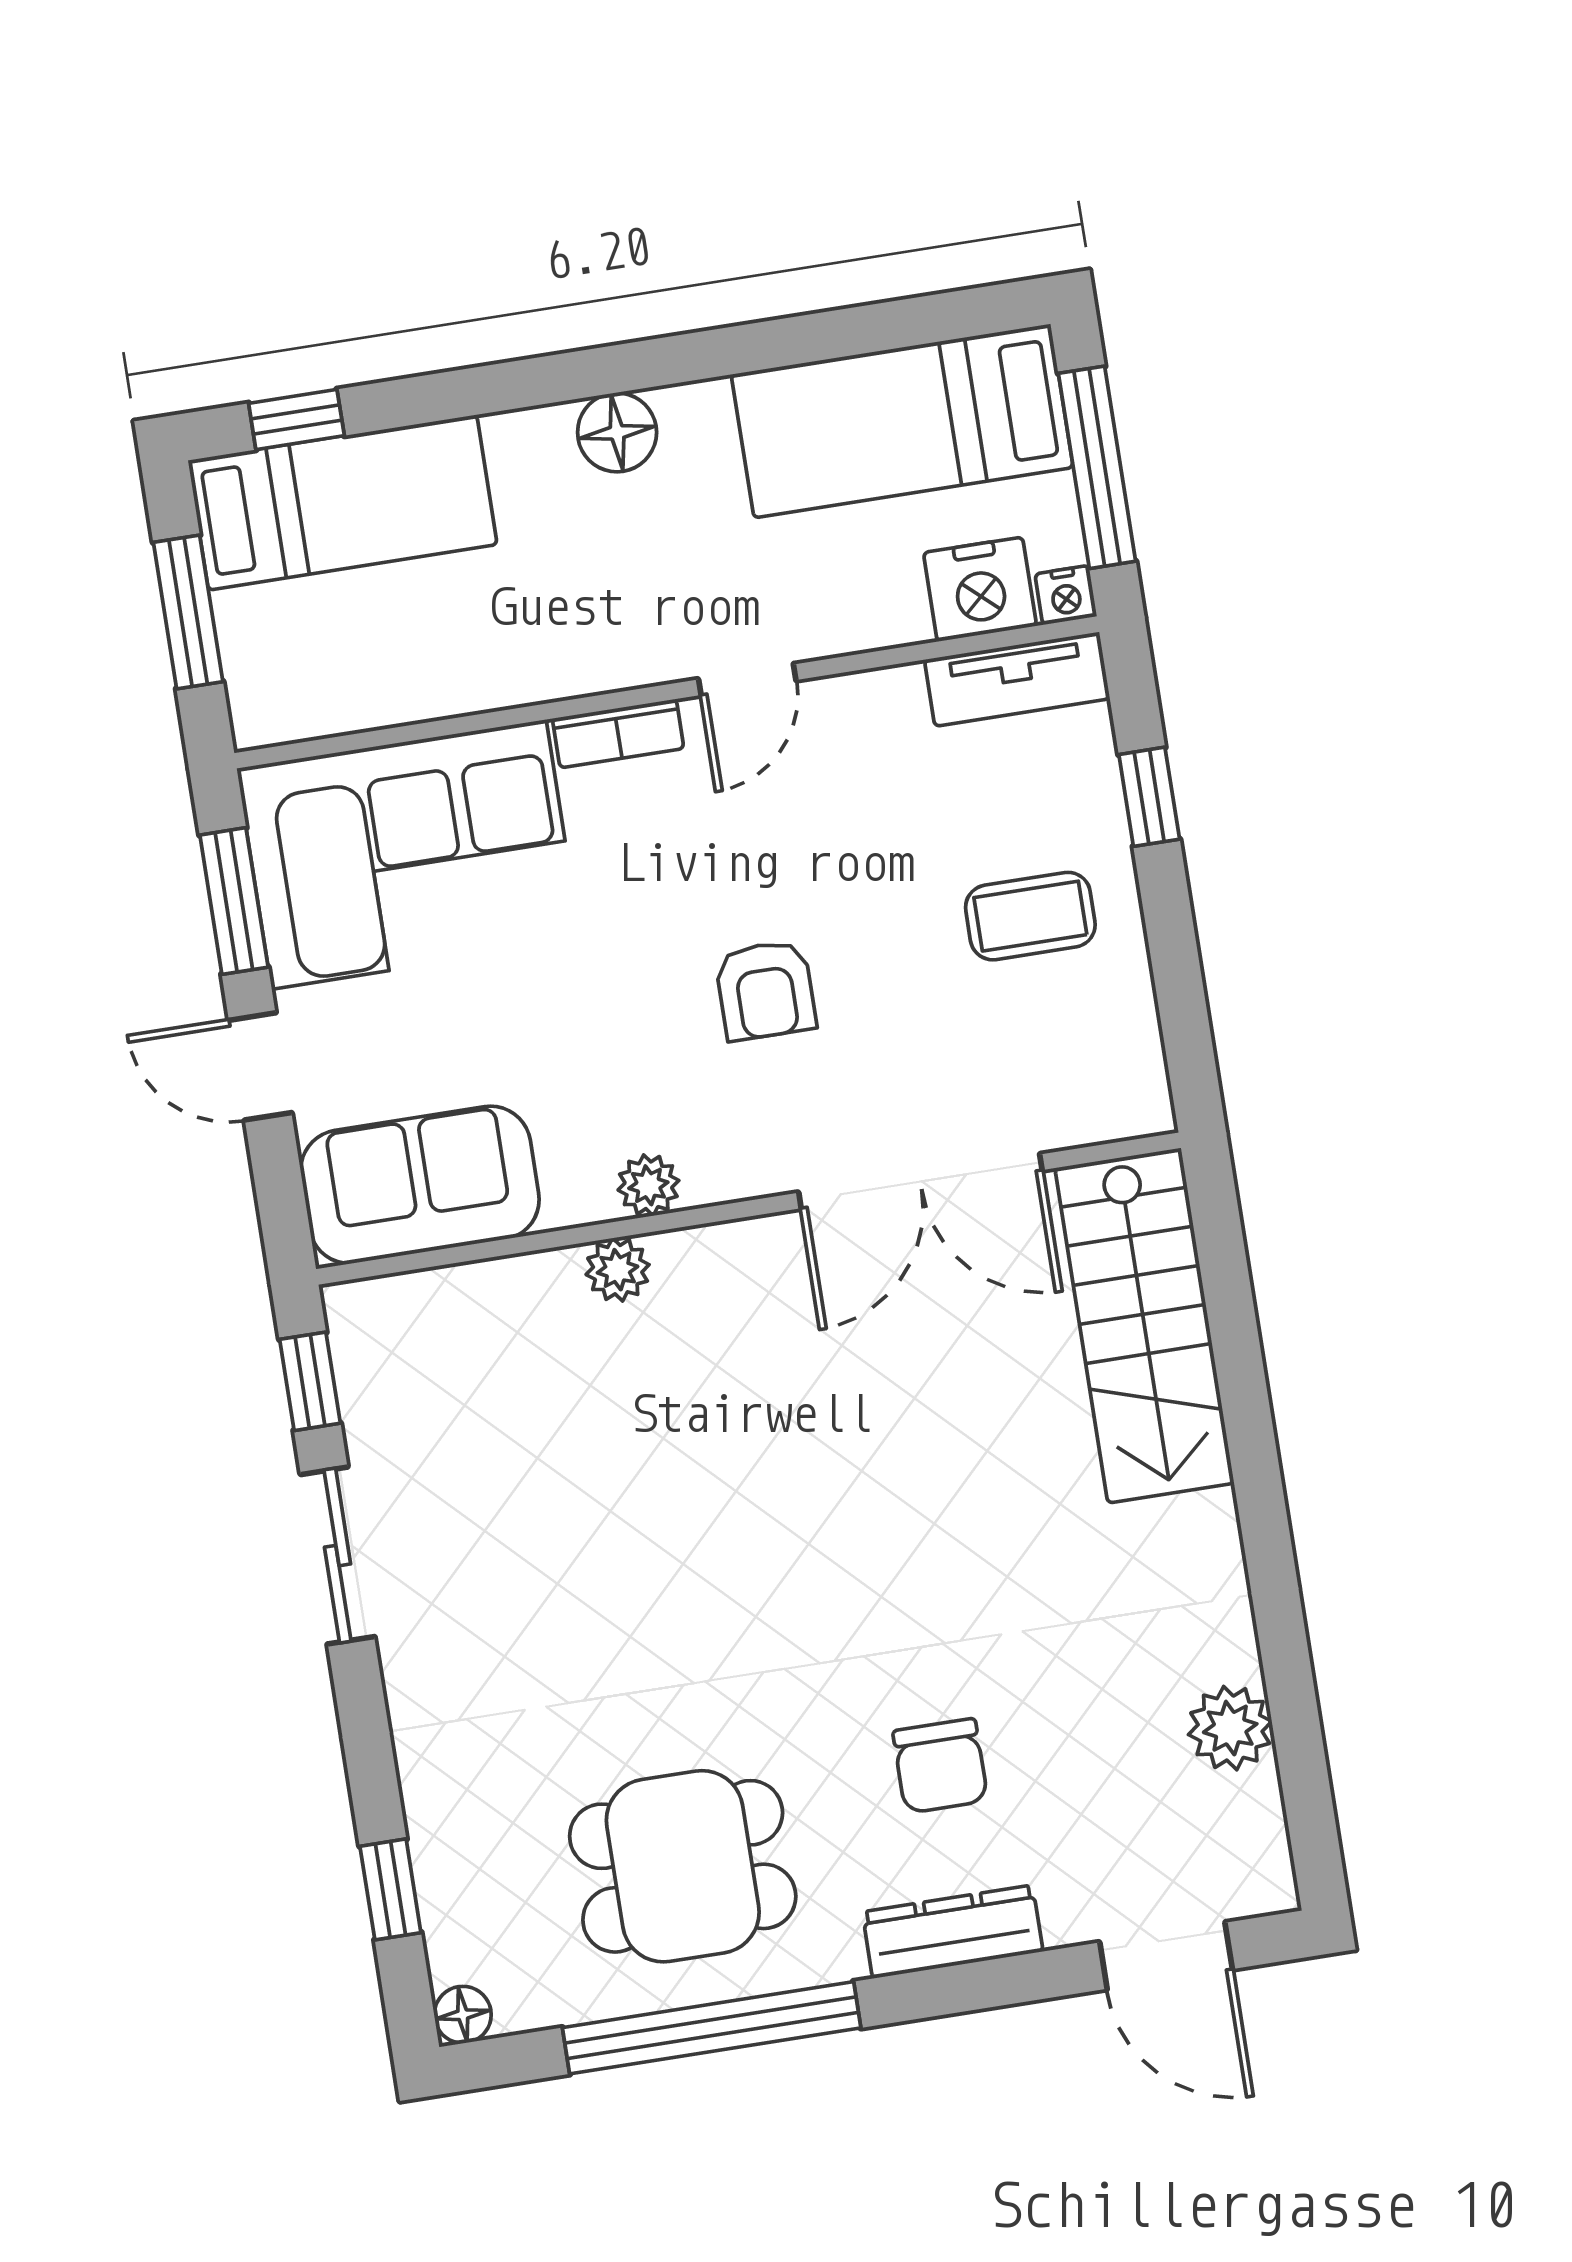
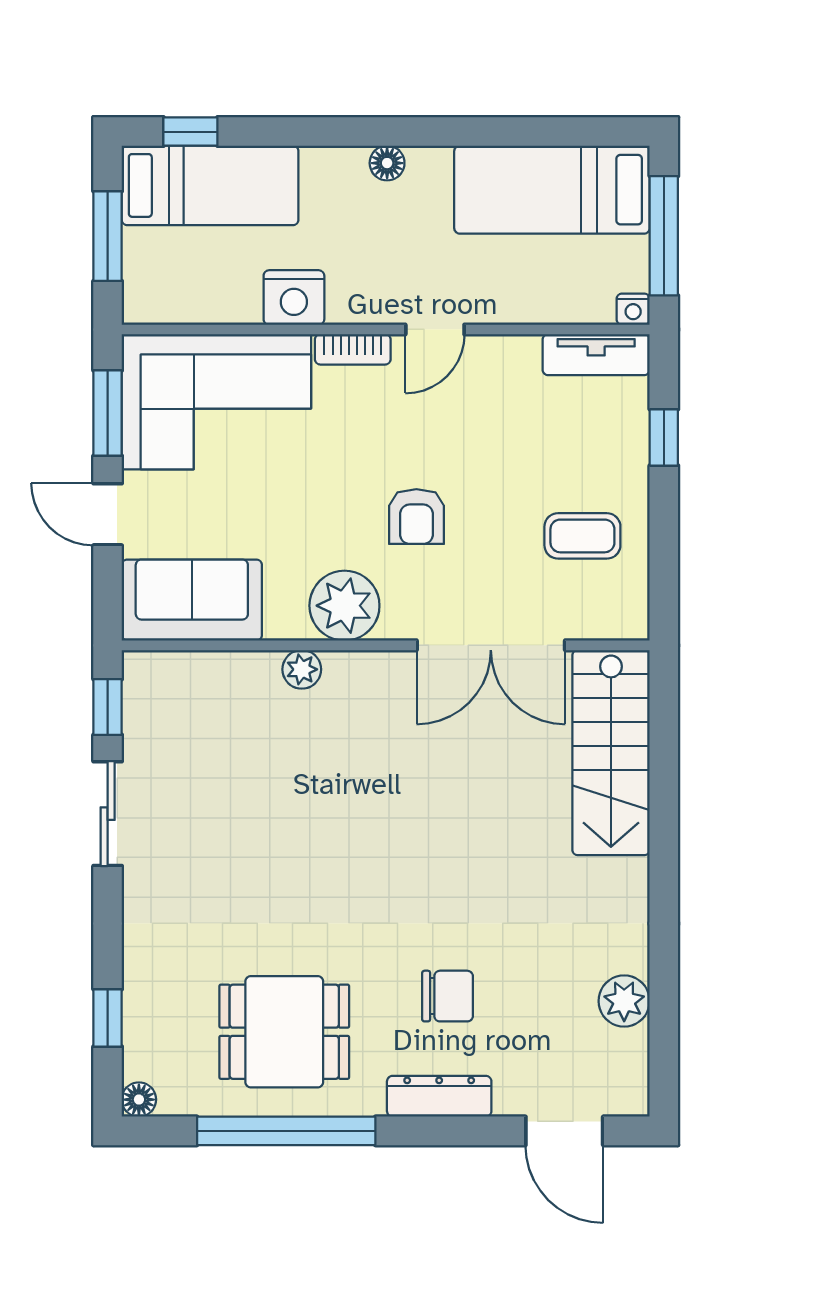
floor lamp: (617, 432) -> (387, 163), width x0.73, depth x0.73
nightstand: (980, 589) -> (294, 298), moved
coffee table: (1030, 916) -> (582, 536), moved
plant: (648, 1185) -> (344, 606), width x1.88, depth x1.88
chair: (940, 1766) -> (447, 996), turned -90

